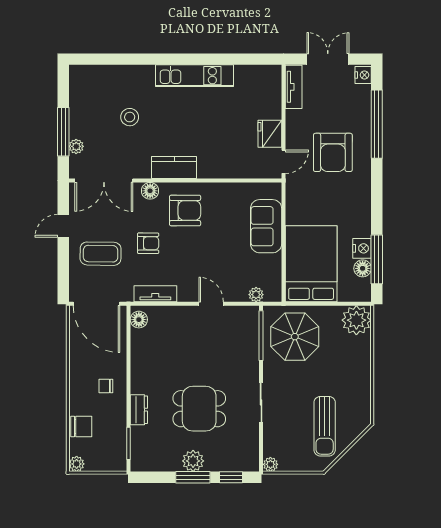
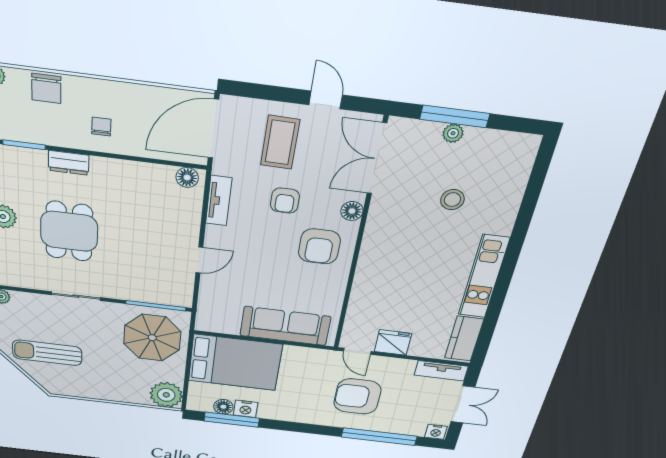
plant: (76, 146) -> (453, 133), moved
kitchen counter: (174, 167) -> (464, 339), moved, turned 180
sofa: (266, 226) -> (285, 326), width x1.36
plant: (256, 295) -> (206, 307), removed

